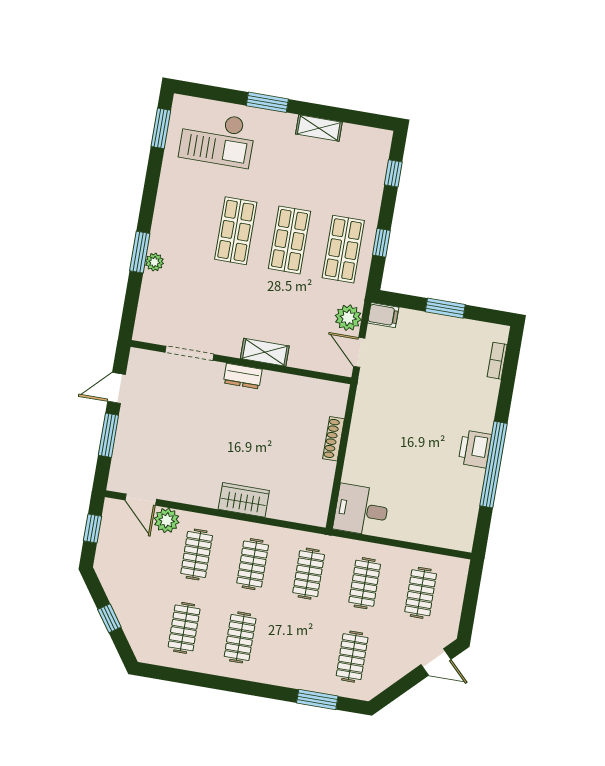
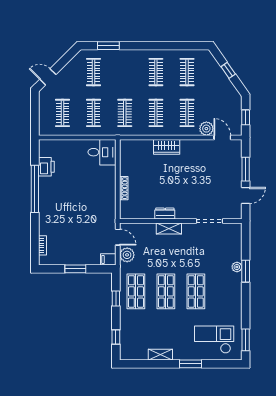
dresser: (243, 376) -> (165, 214), moved
printer: (475, 449) -> (46, 167), moved

